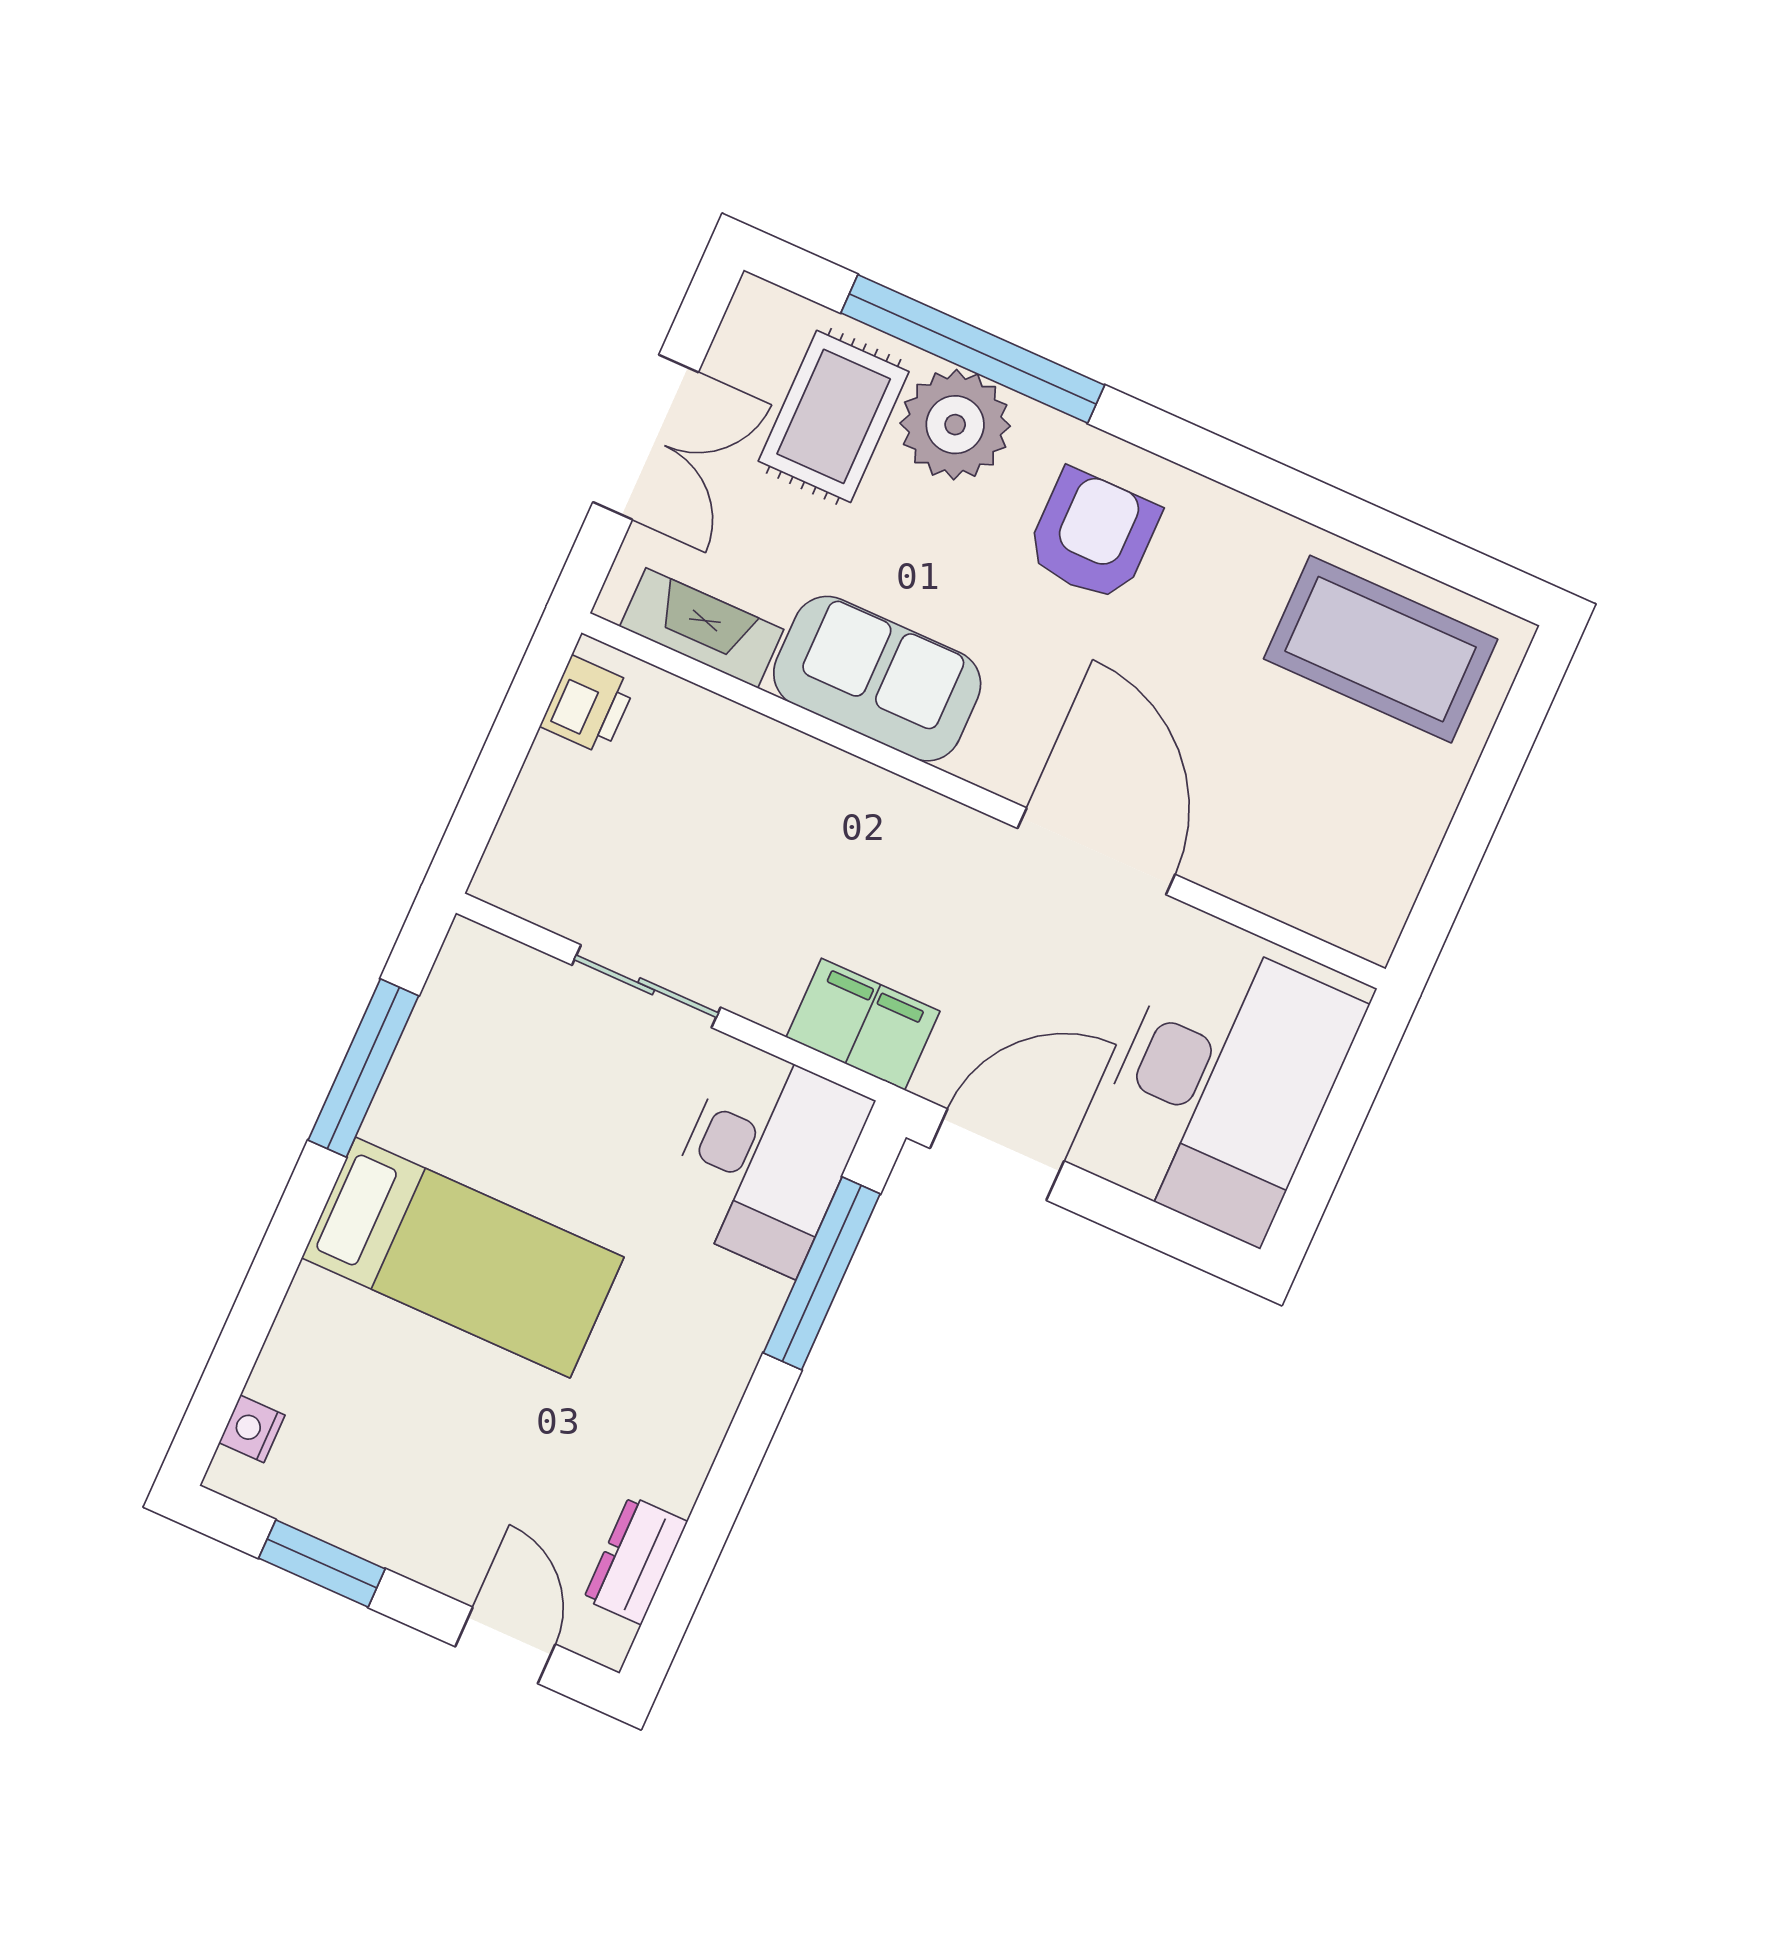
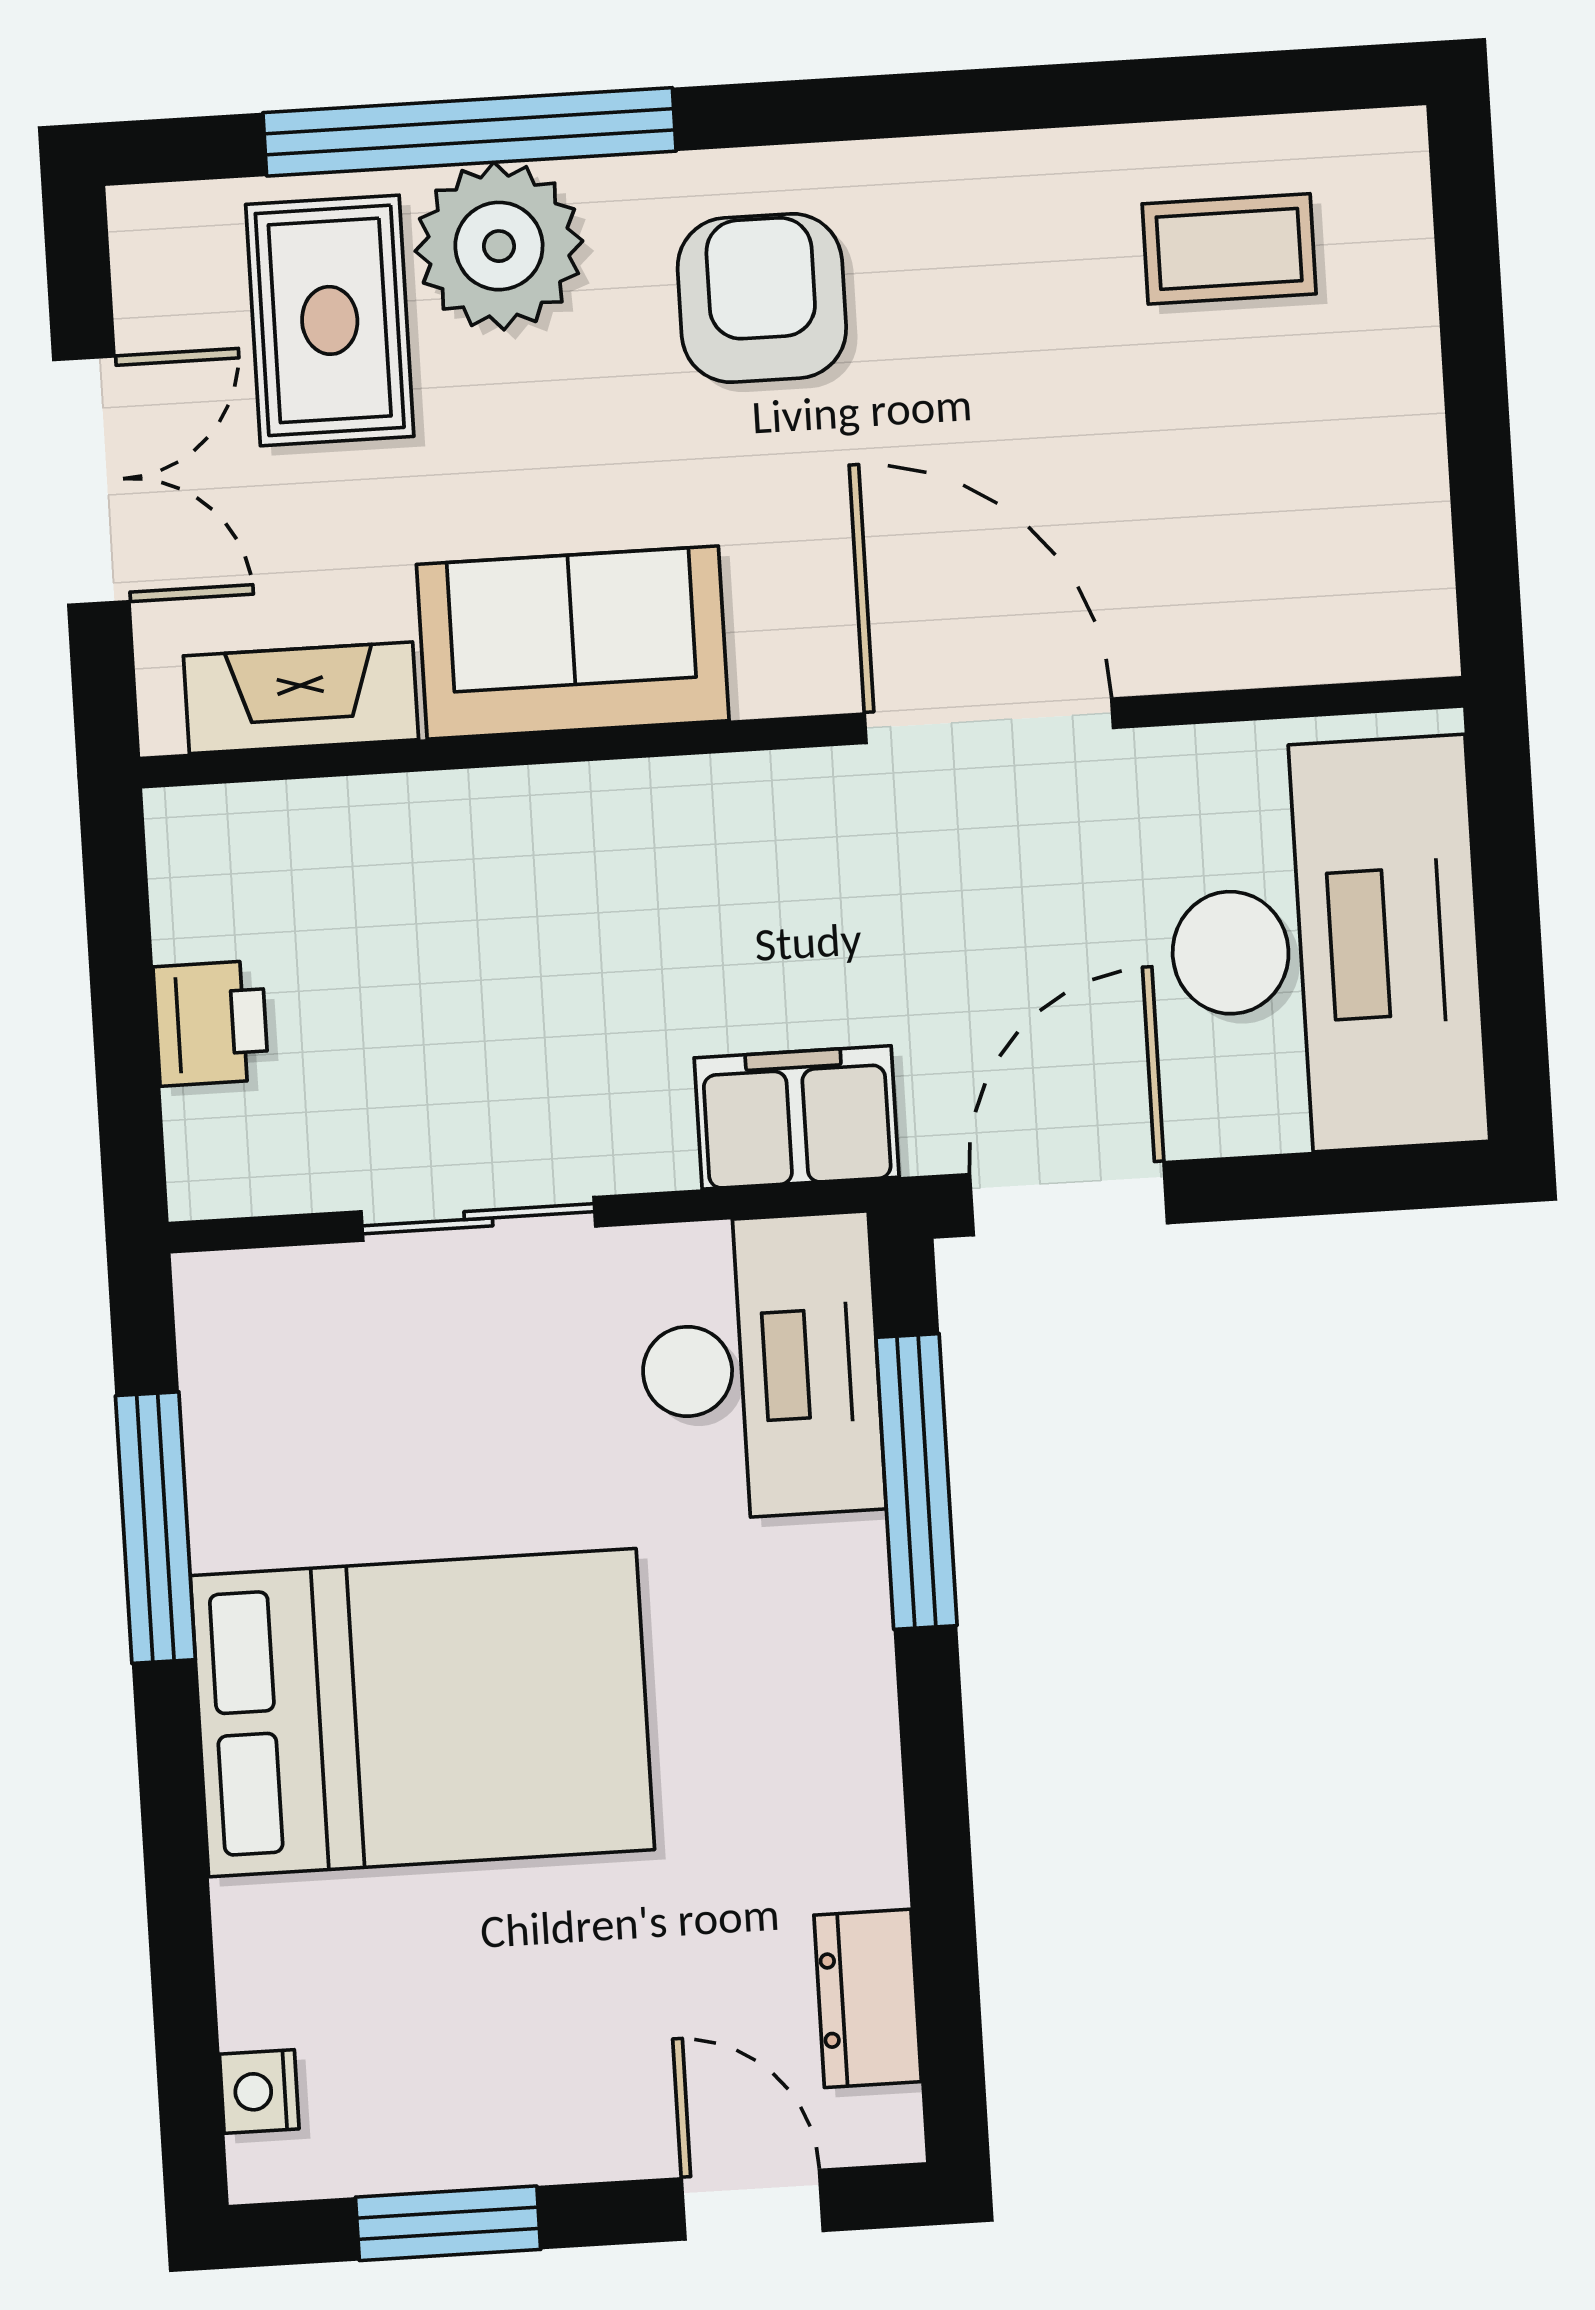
coffee table: (1381, 649) -> (1229, 249), width x0.54, depth x0.58
printer: (588, 705) -> (211, 1023), moved
bed: (463, 1257) -> (422, 1713), width x1.50

